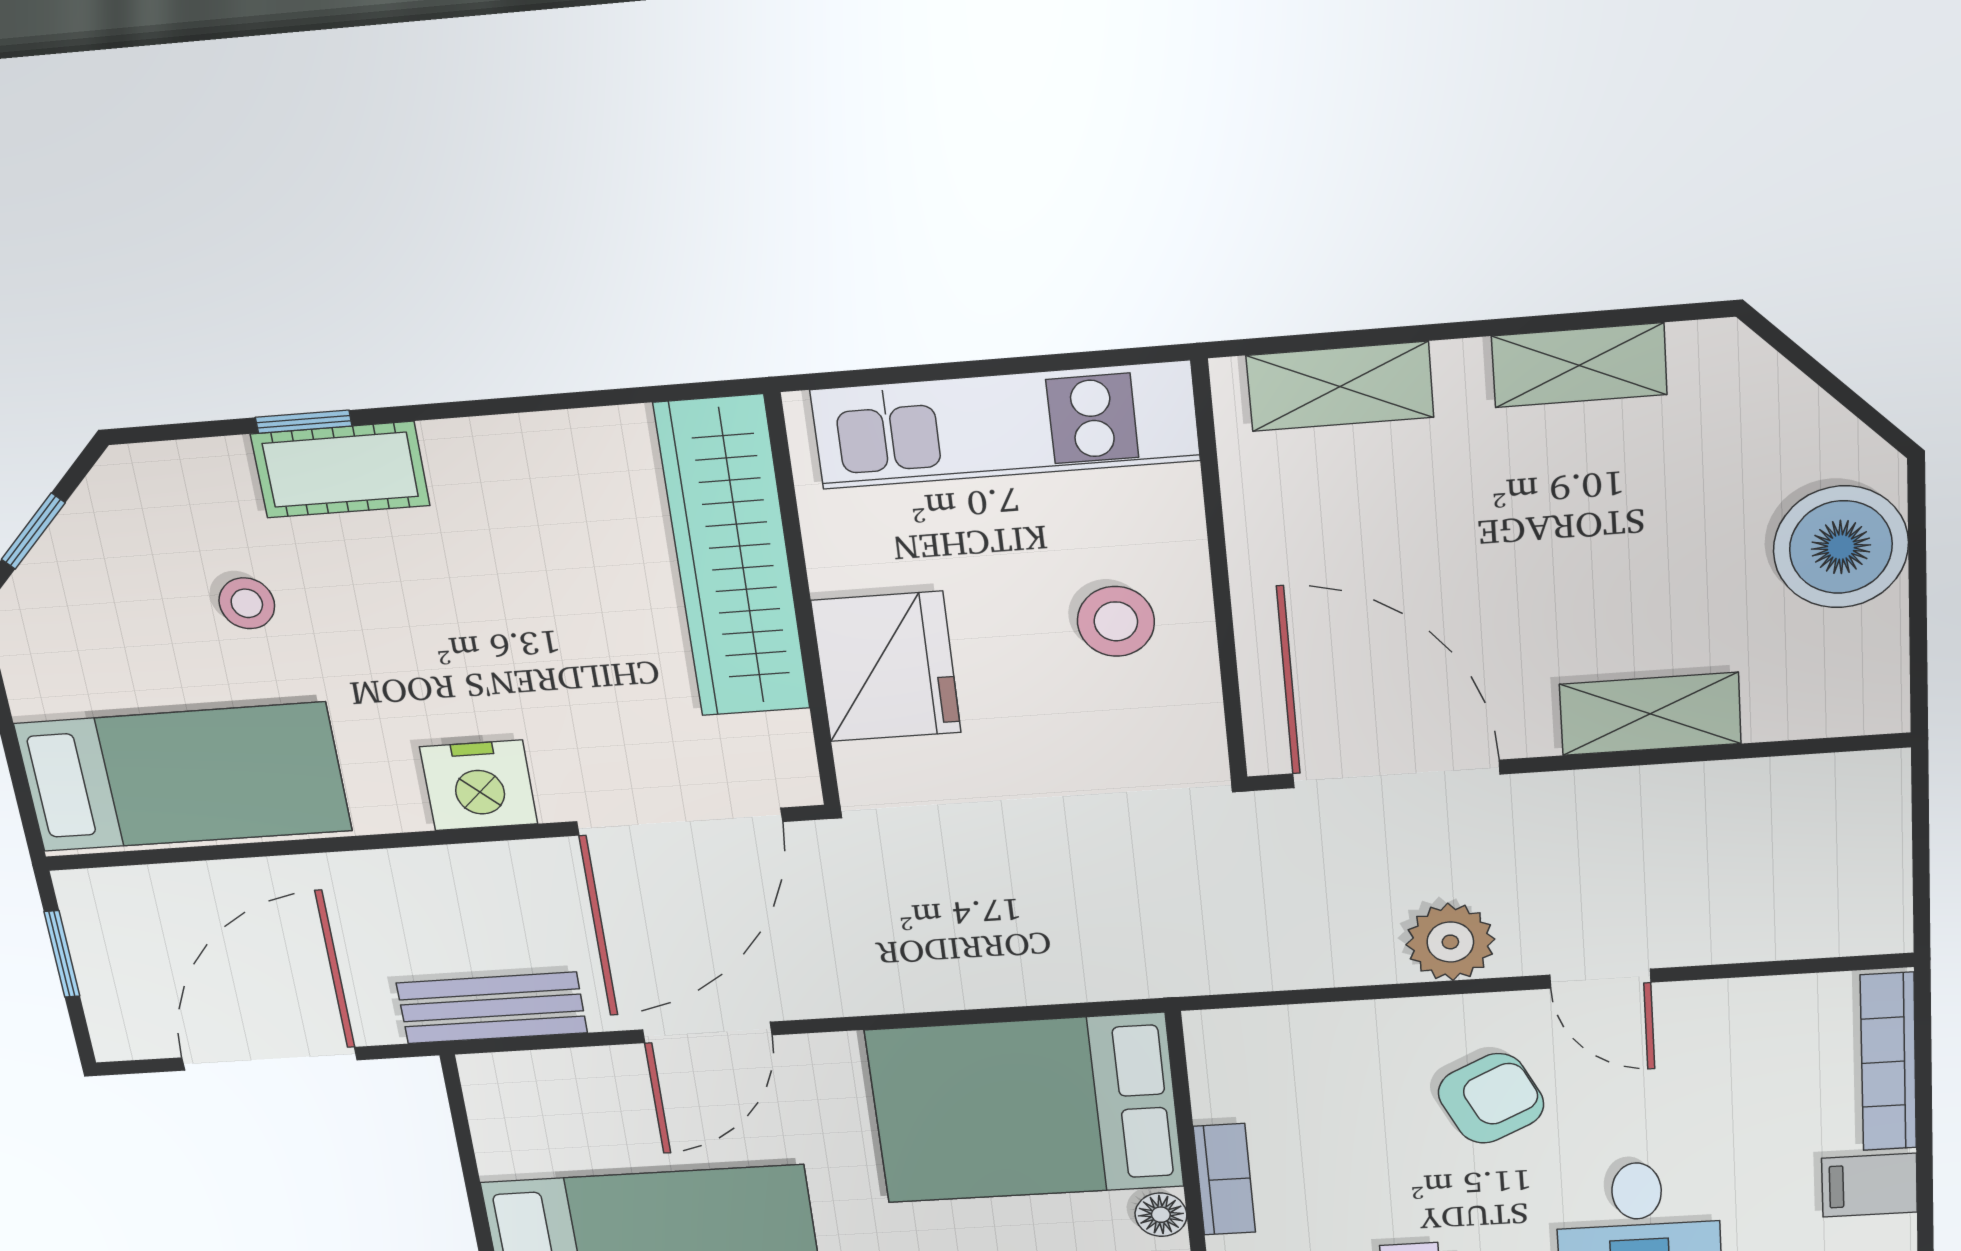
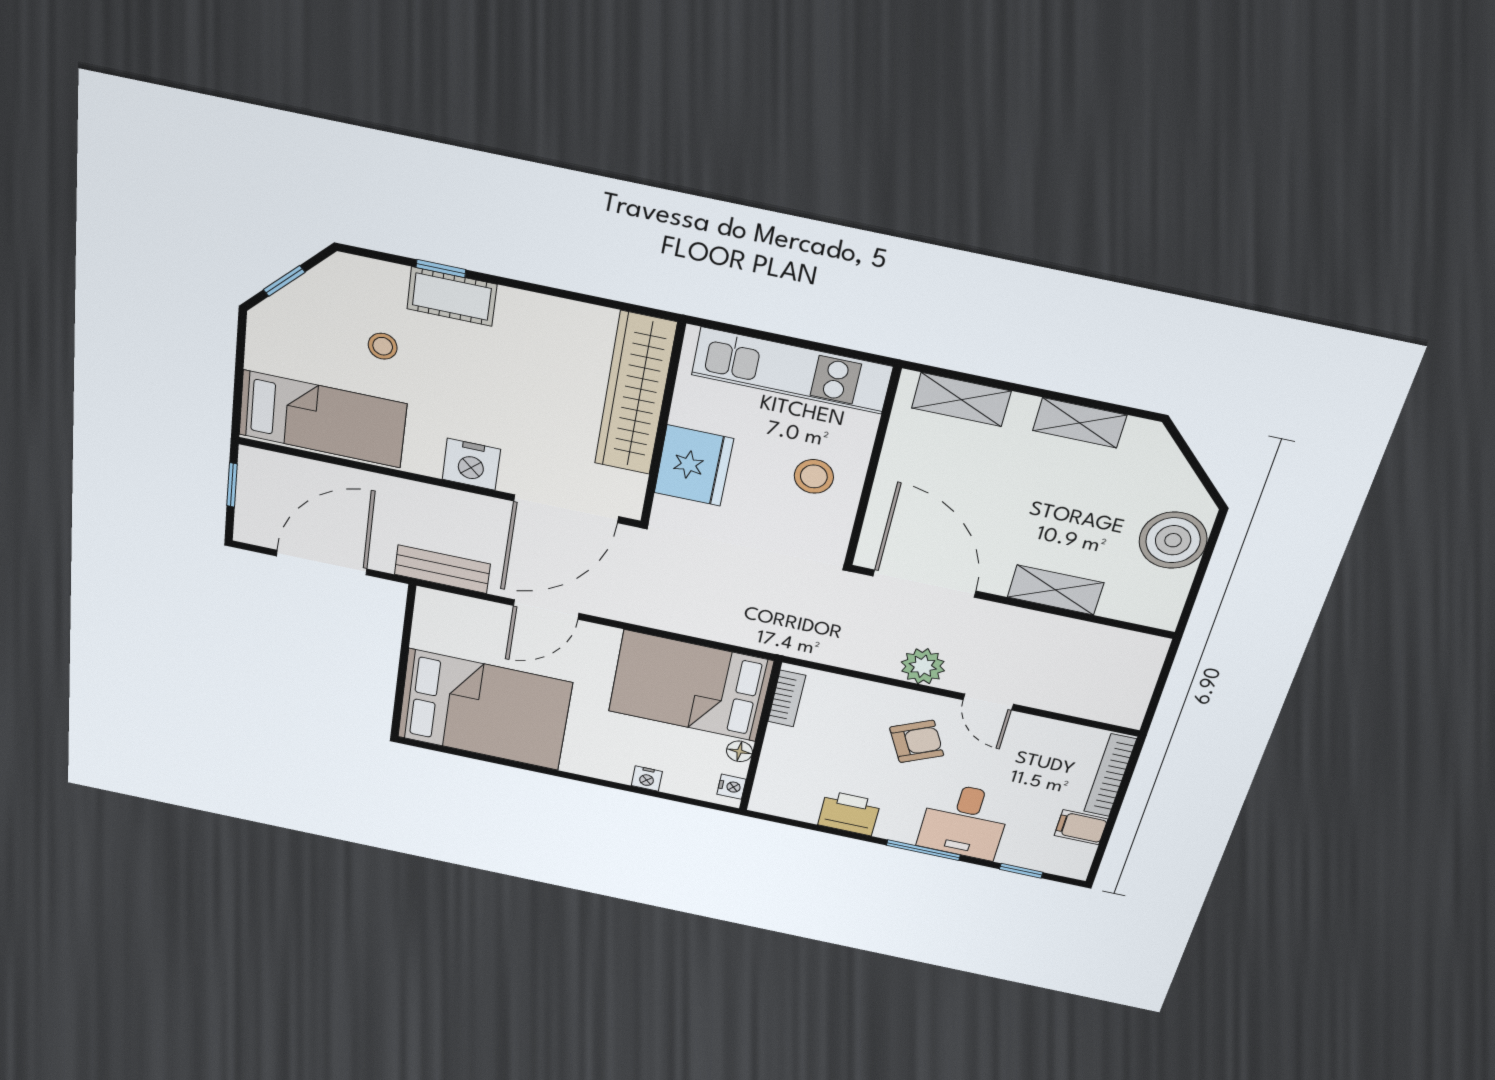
bookcase: (1224, 1179) -> (787, 699), moved

